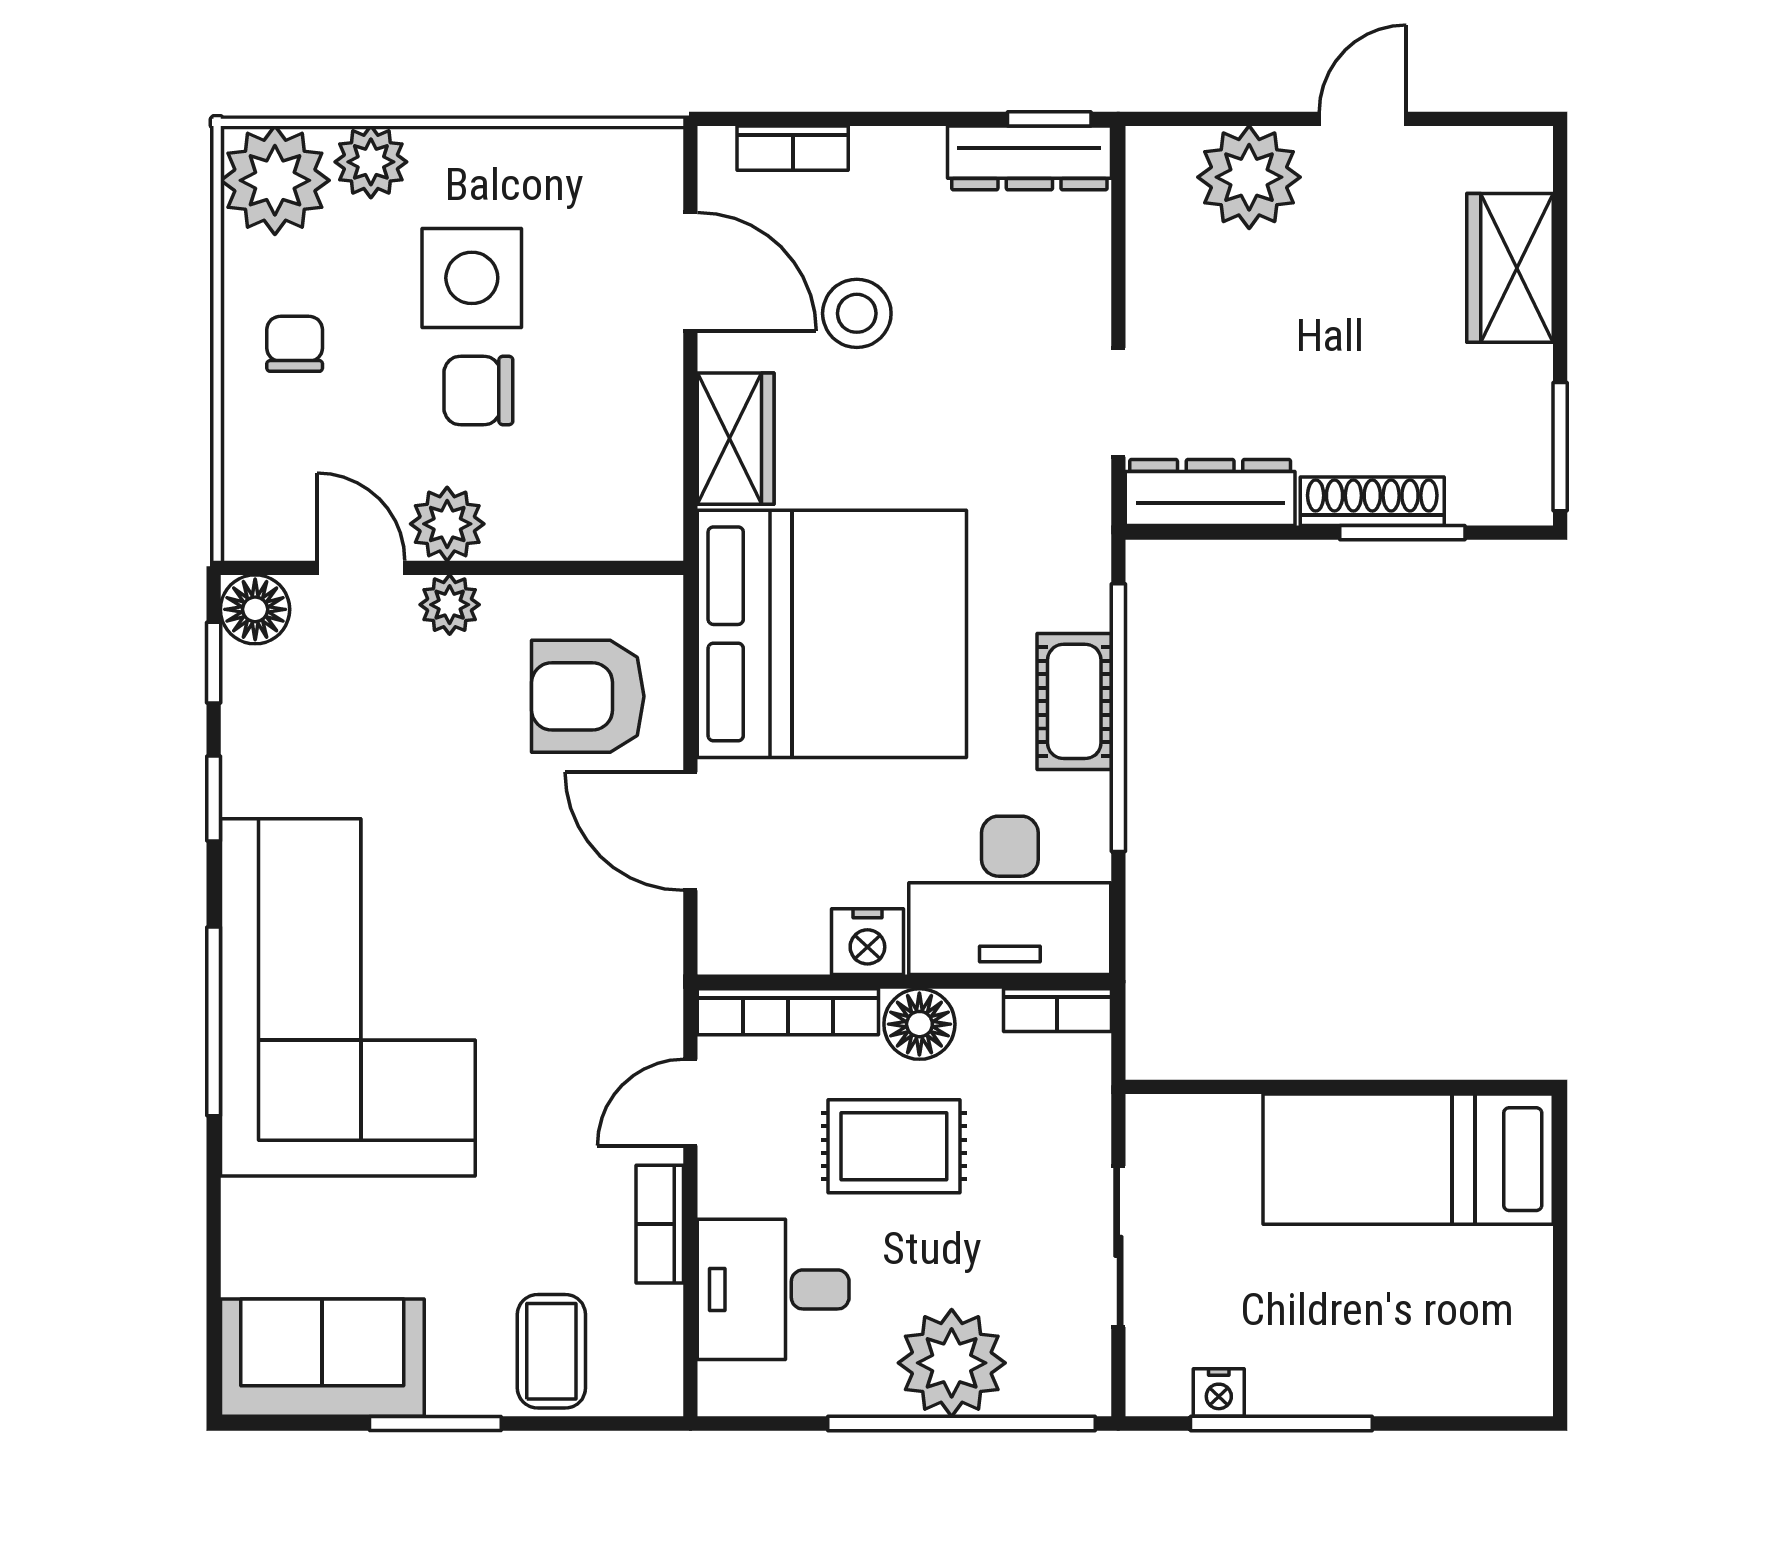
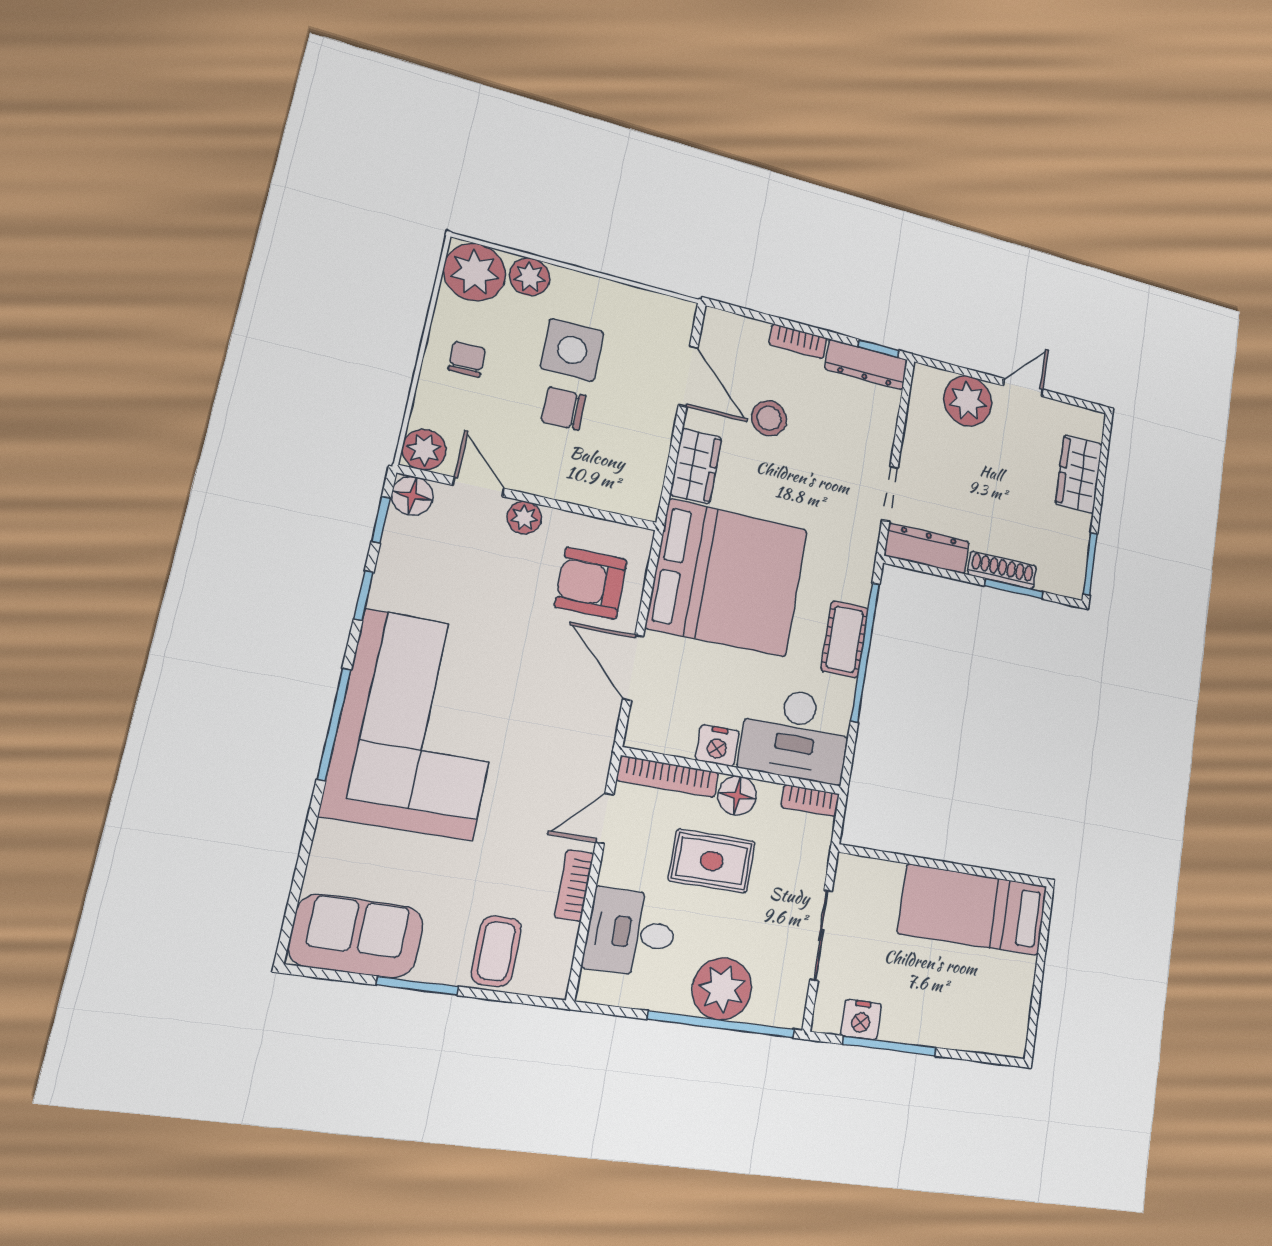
bookcase: (793, 148) -> (798, 341), moved
plant: (447, 524) -> (424, 450), moved
nightstand: (1219, 1393) -> (861, 1020), width x1.39, depth x1.35

